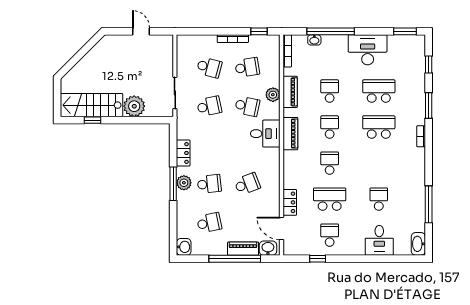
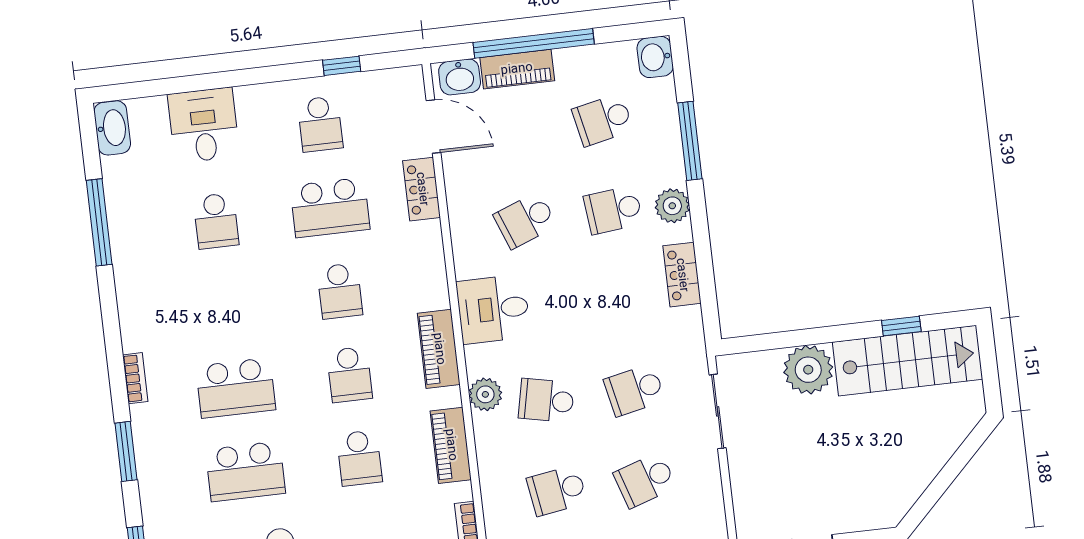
school desk: (209, 67) -> (645, 480), turned -33
plant: (273, 95) -> (485, 394), moved
desk: (265, 134) -> (493, 309), moved
window: (173, 184) -> (690, 141), moved

